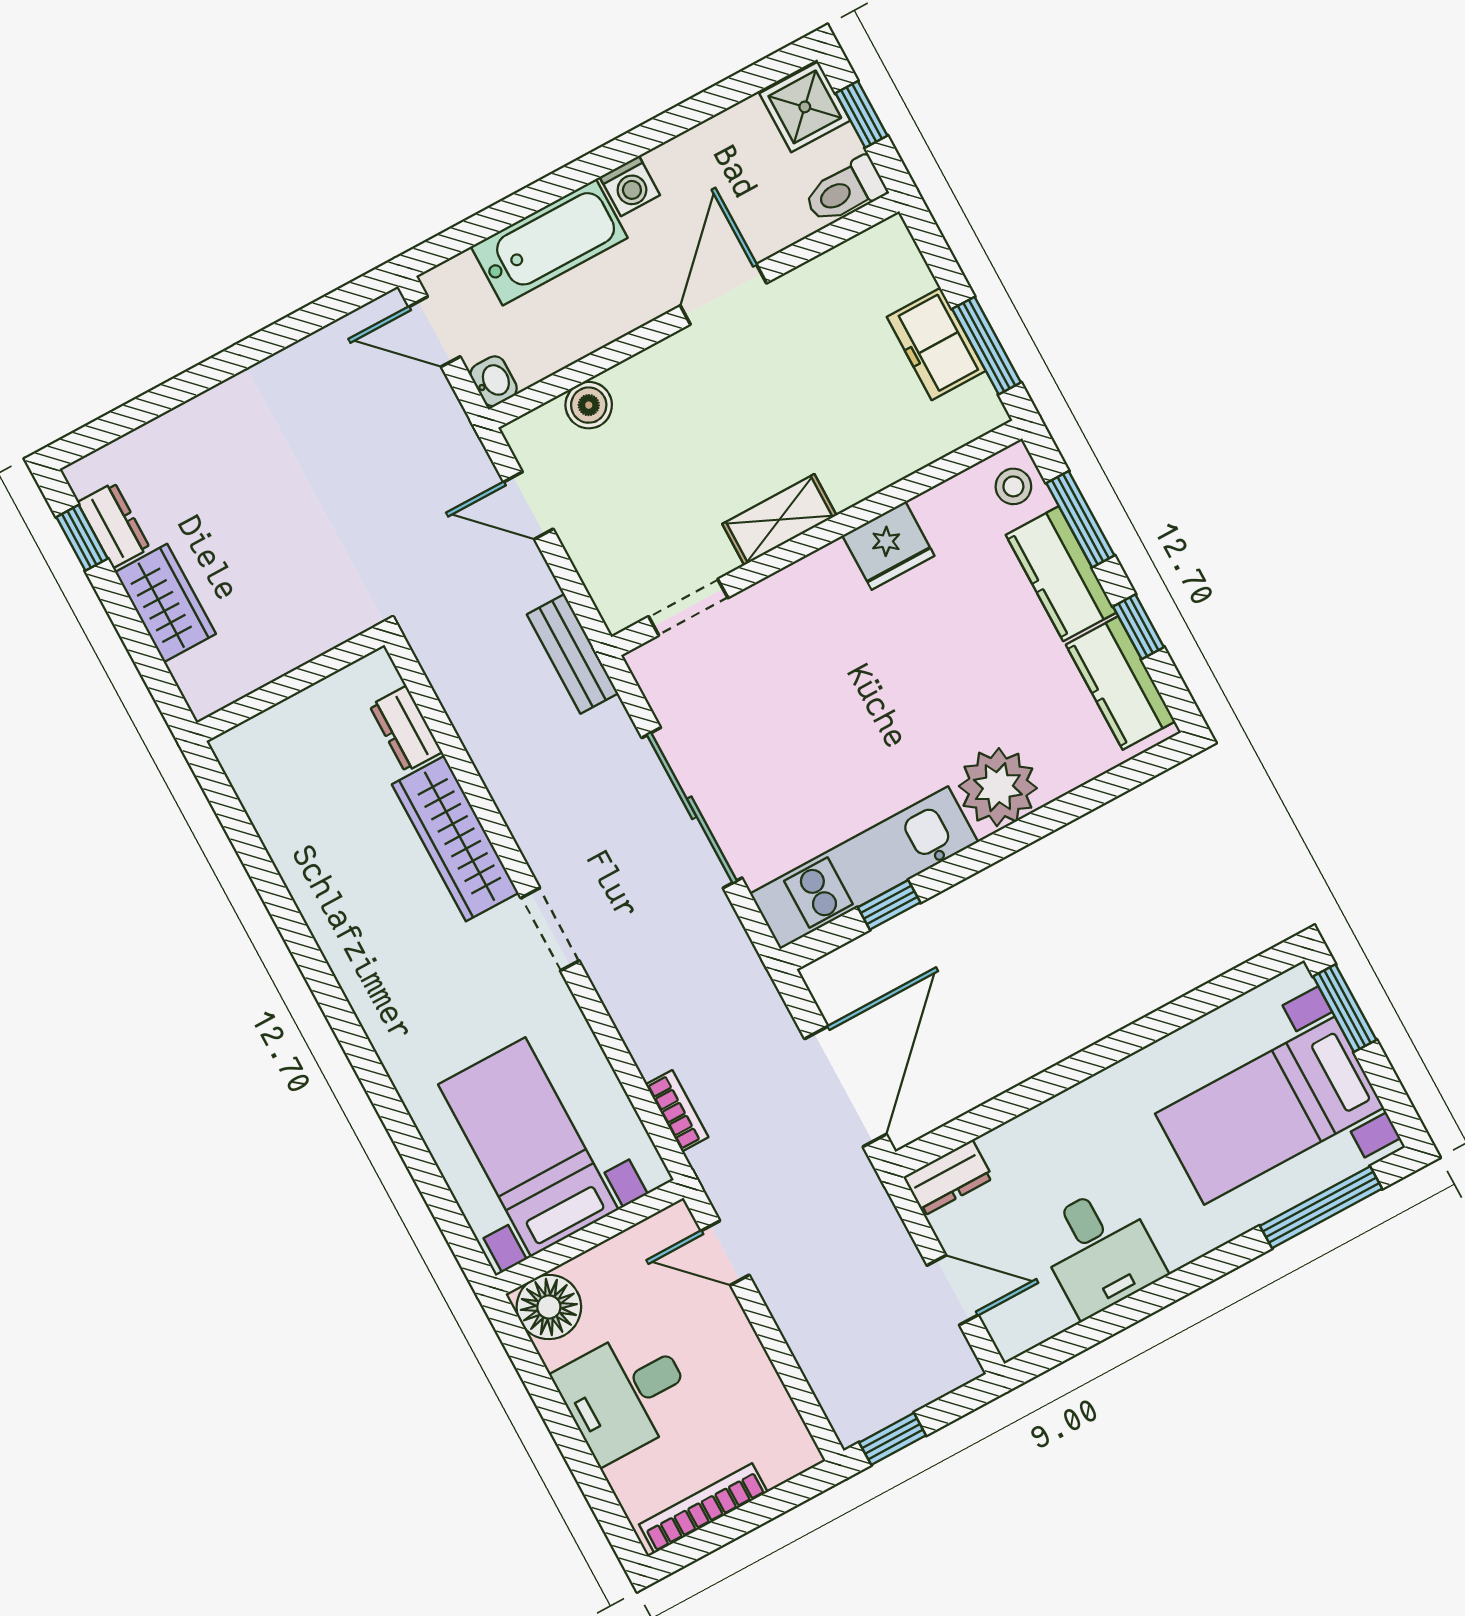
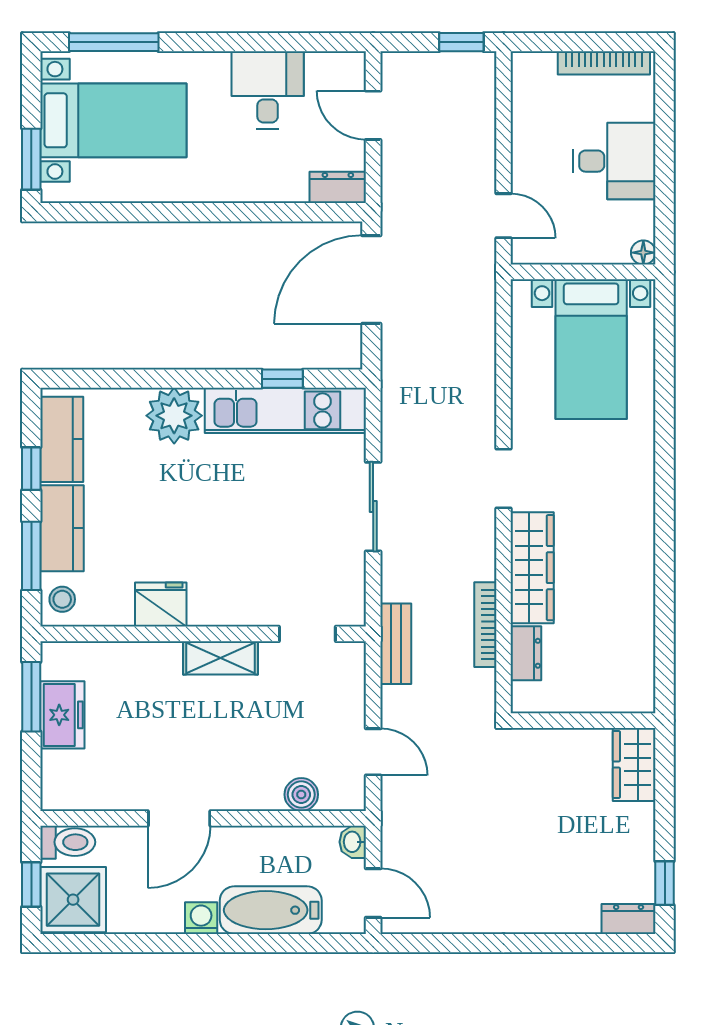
shower: (805, 107) -> (73, 900), width x1.36, depth x1.36
dresser: (114, 525) -> (629, 919), moved, turned 90
wardrobe: (165, 603) -> (634, 764), moved
sliding door: (692, 808) -> (373, 507), width x0.73
bookcase: (677, 1111) -> (485, 625), moved, width x1.56
floor lamp: (549, 1307) -> (643, 253), width x0.53, depth x0.53

